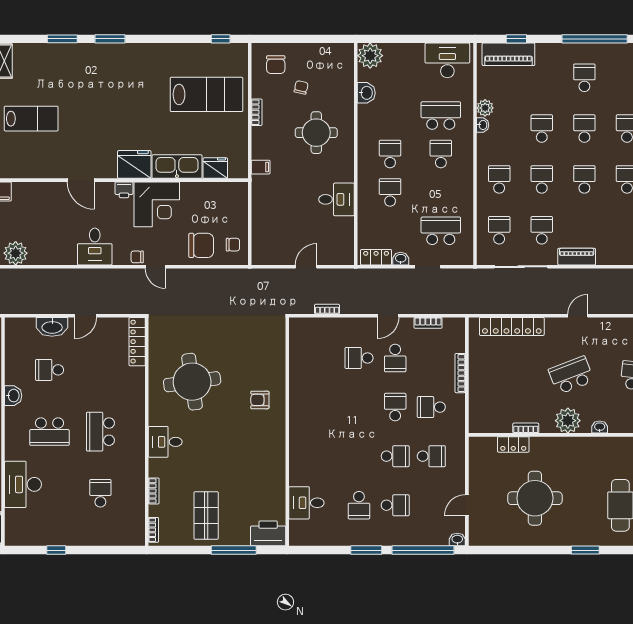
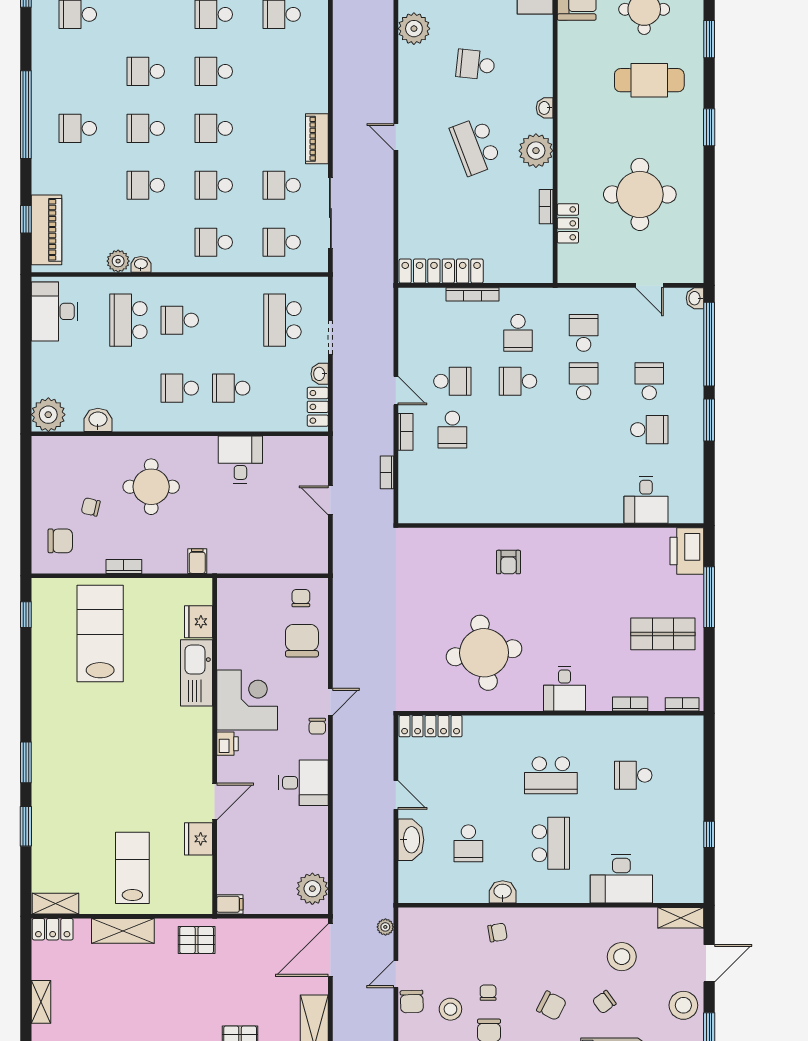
fridge: (134, 164) -> (198, 839), moved, width x0.73, depth x0.75
bookcase: (428, 323) -> (405, 432), moved
locker: (512, 326) -> (441, 271), moved, turned -90

